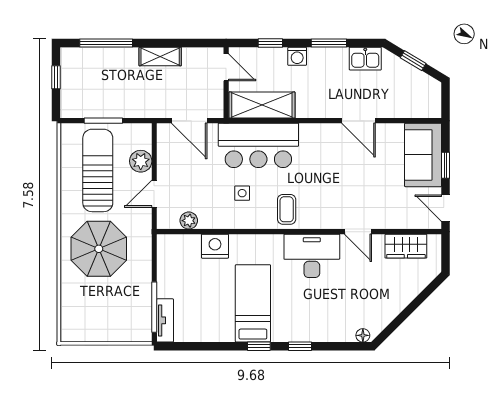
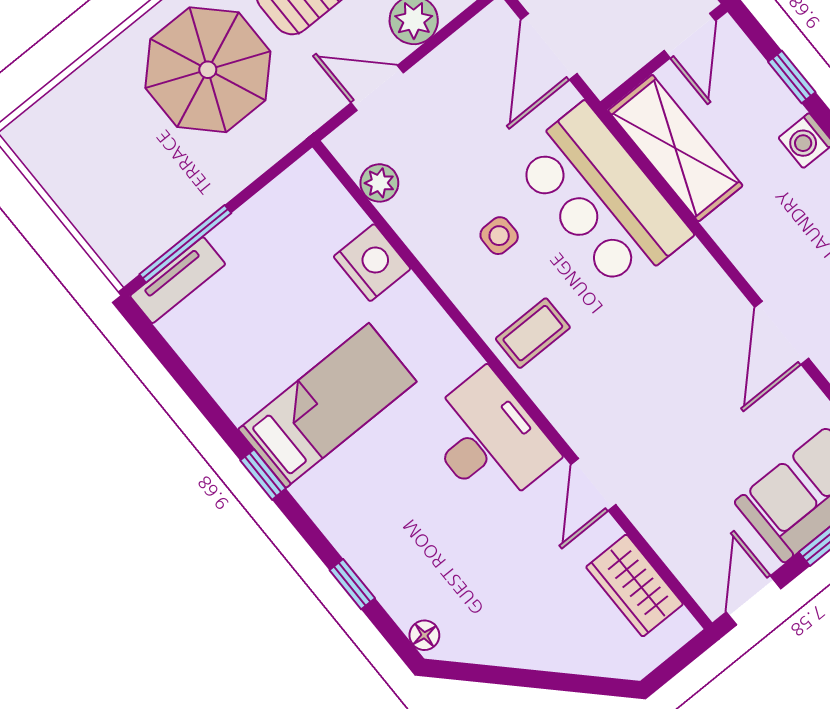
window: (300, 346) -> (352, 584), moved

